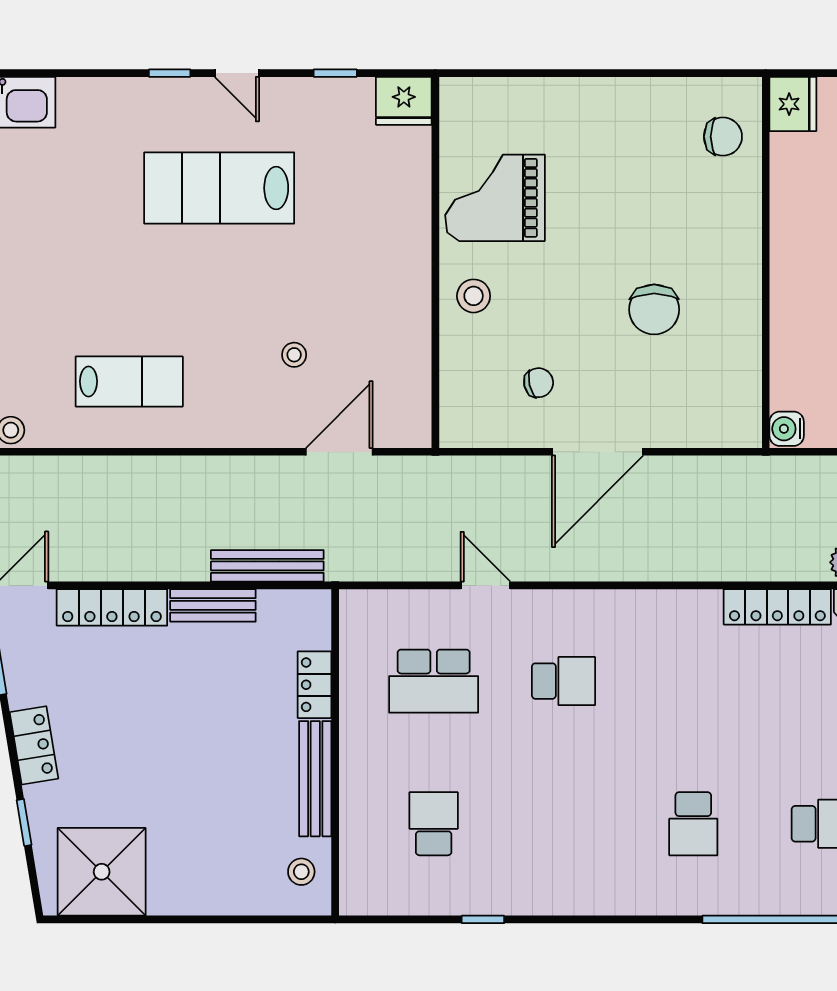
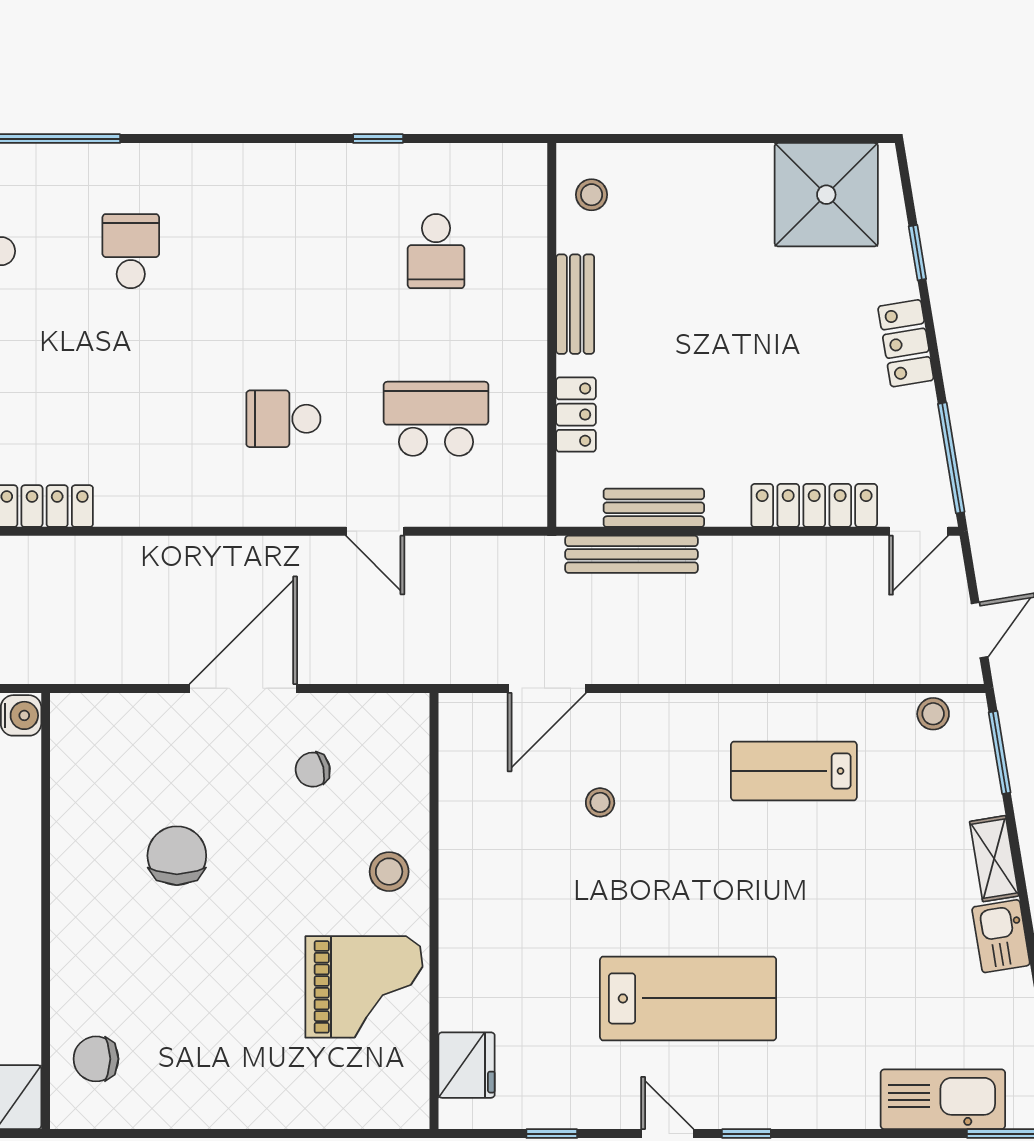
fridge: (404, 101) -> (467, 1065), moved, turned 90
bench: (213, 605) -> (654, 508), moved
bench: (315, 779) -> (575, 304), width x0.73

